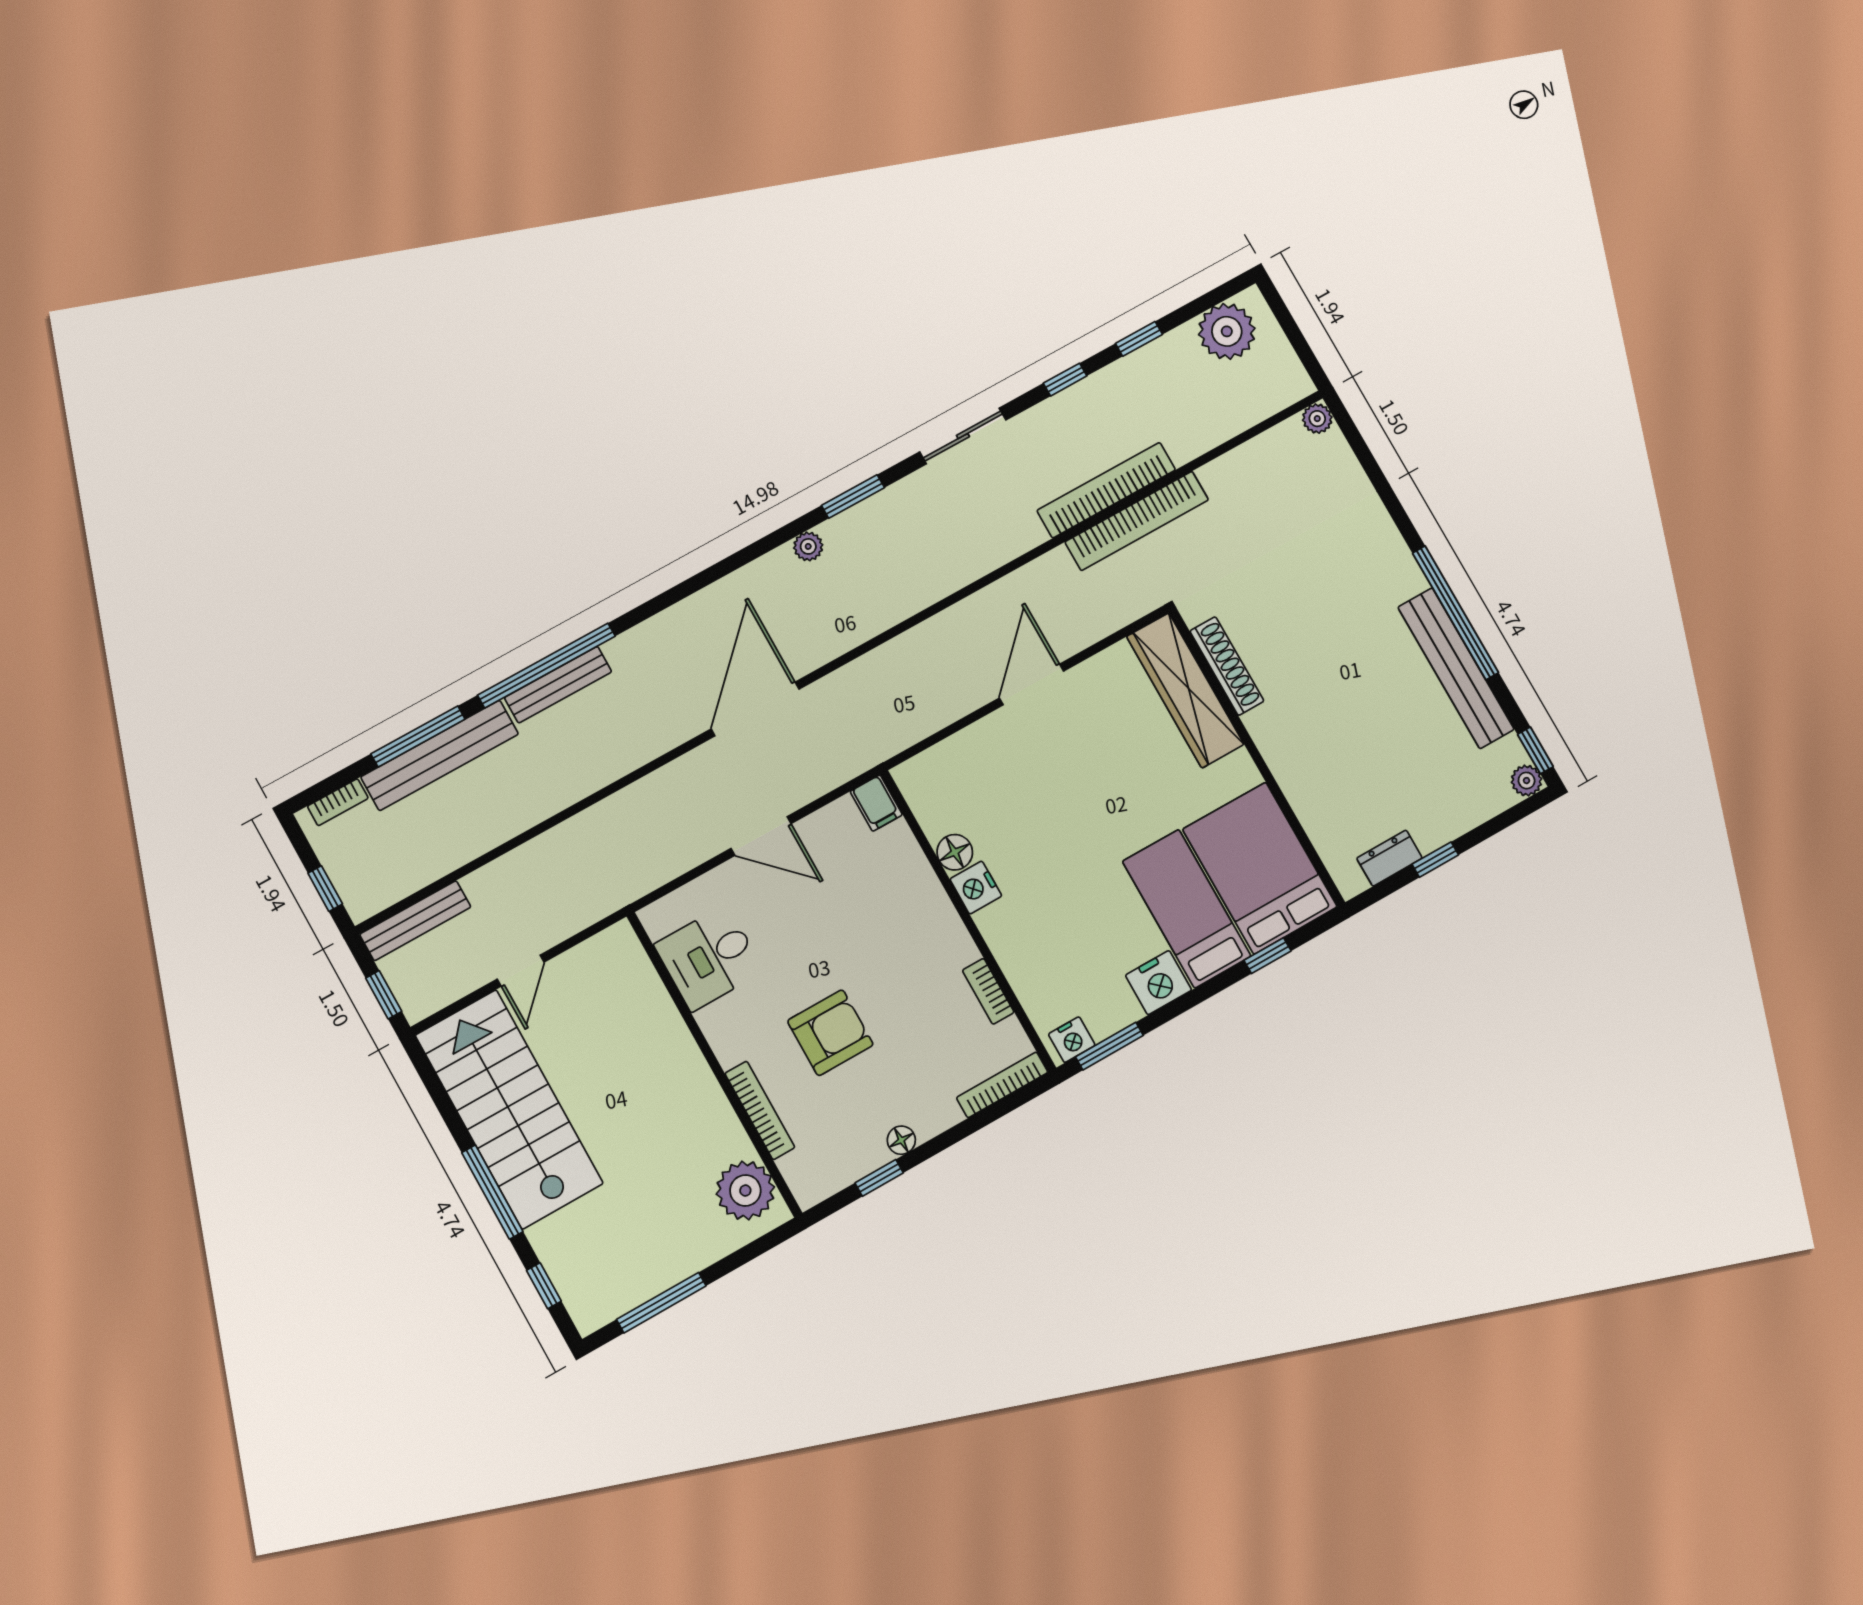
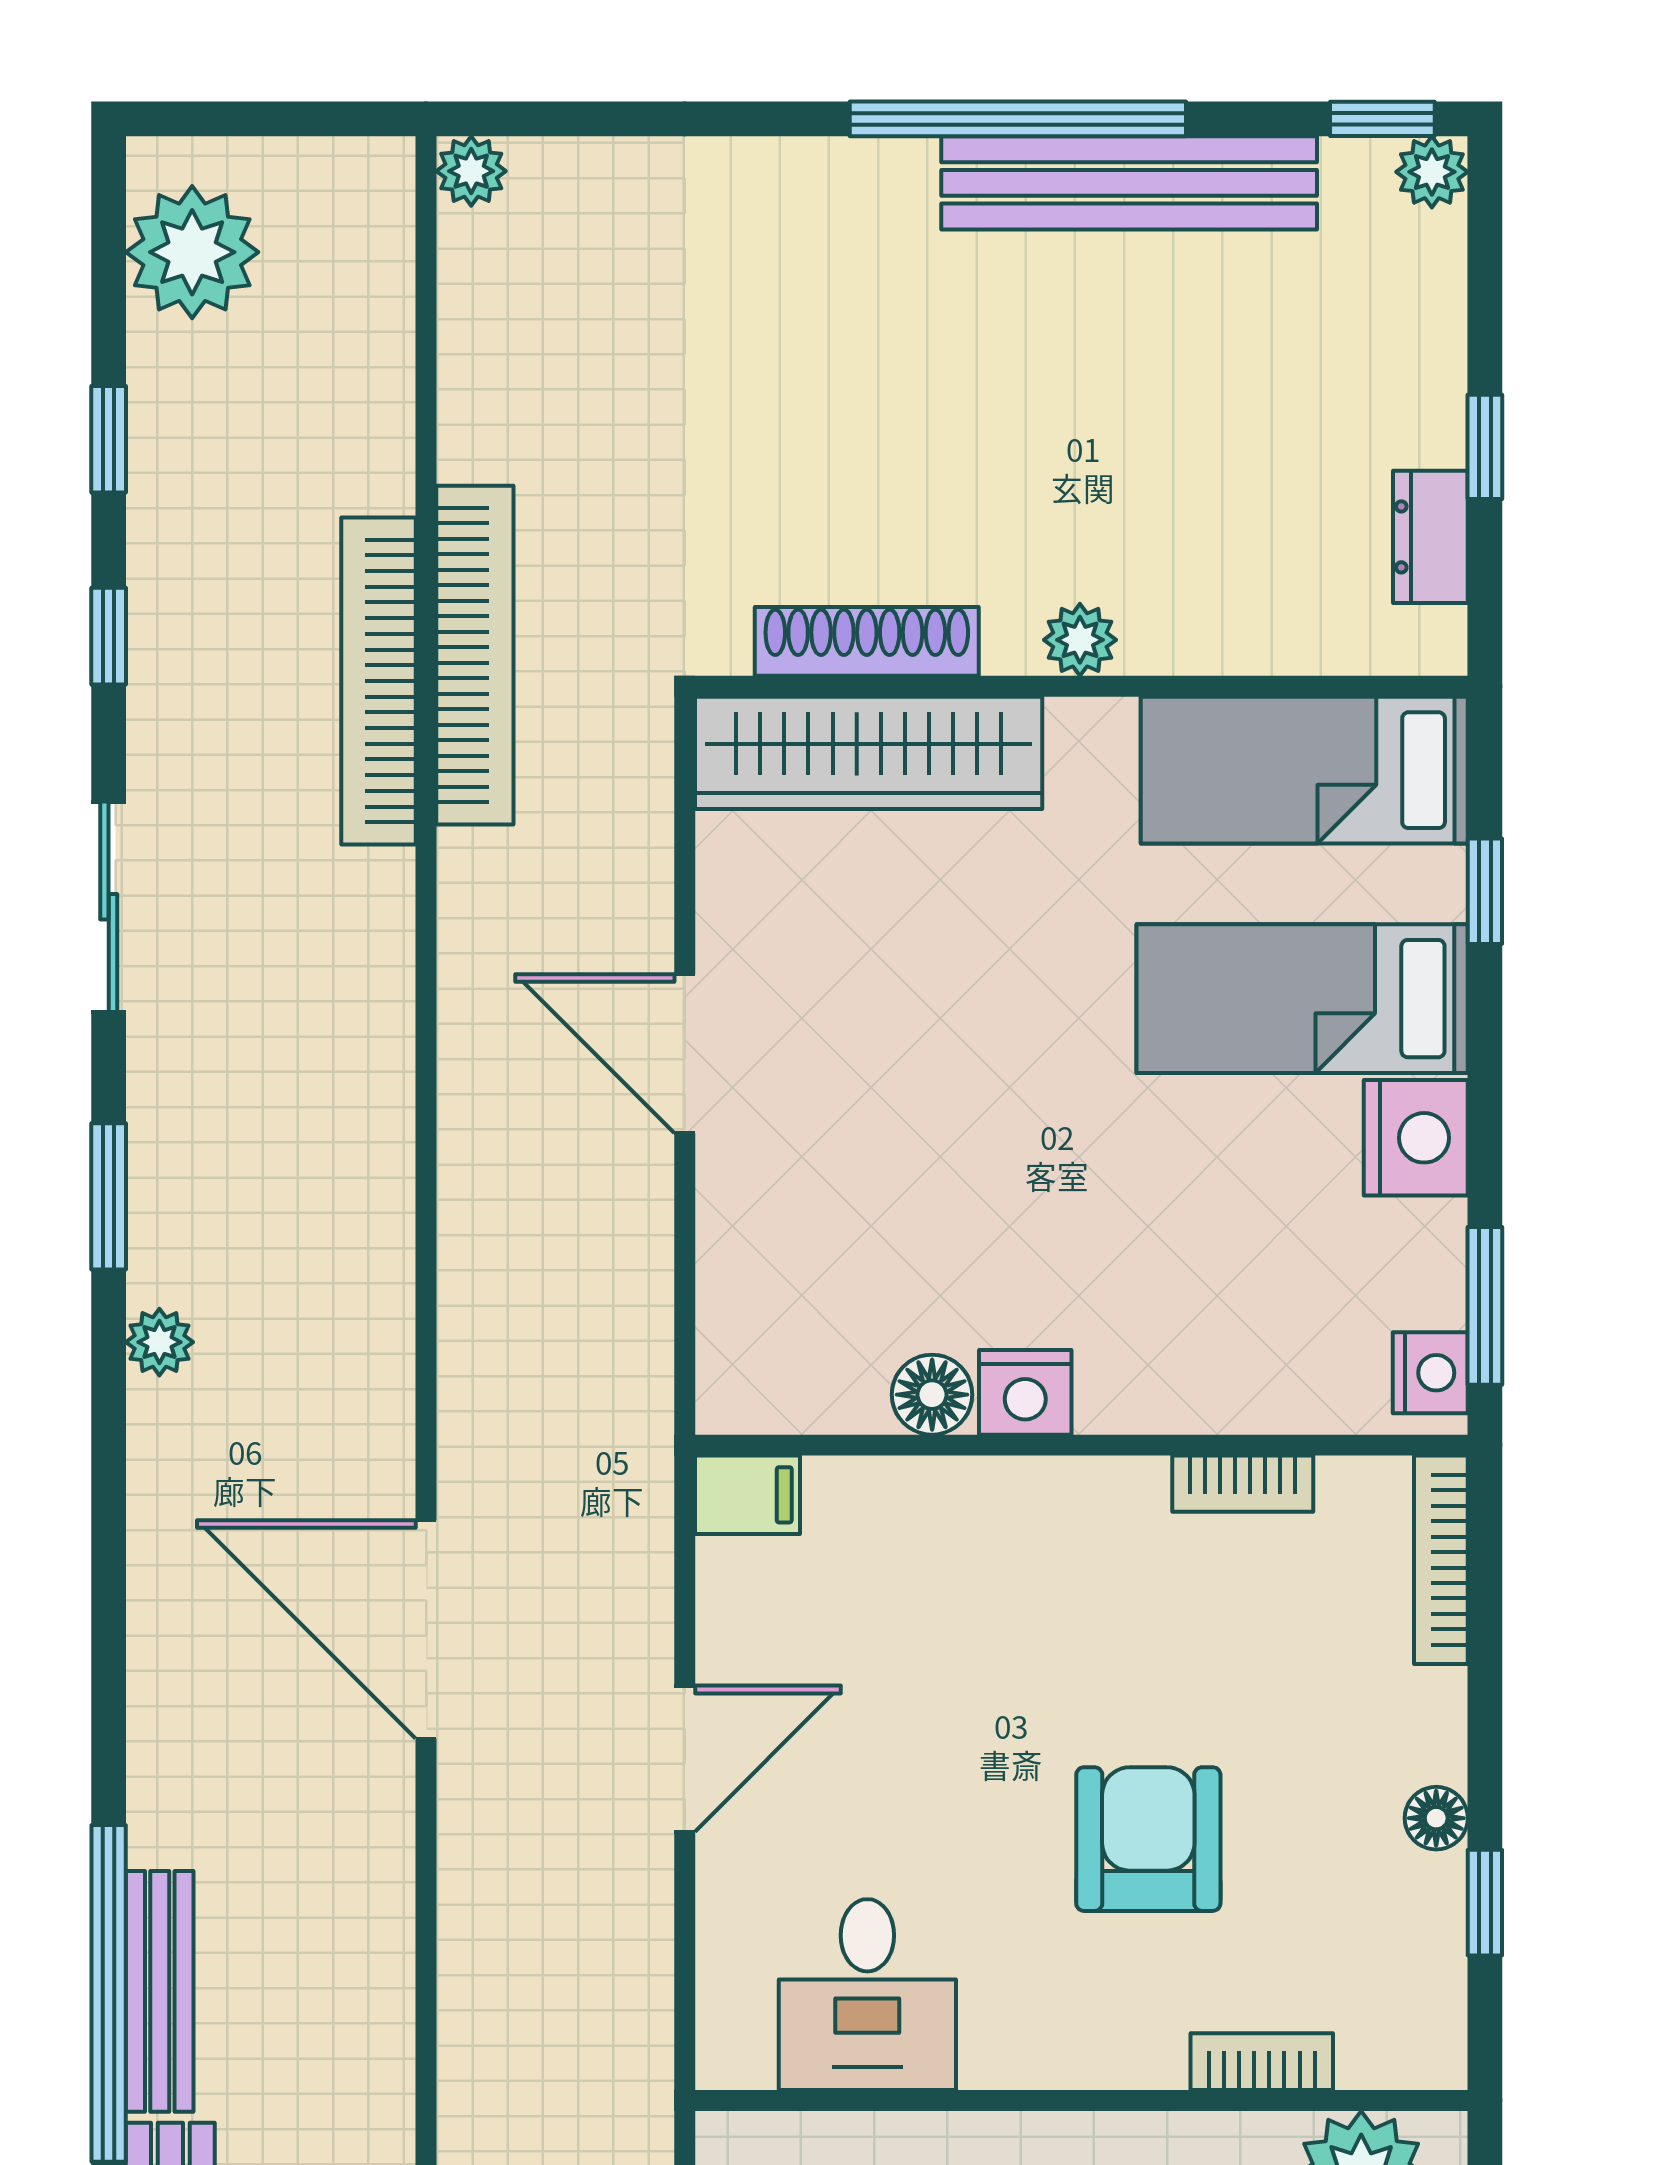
plant: (1274, 747) -> (1080, 640), added
bed: (1260, 868) -> (1304, 770), width x0.67
bookcase: (760, 1110) -> (1262, 2062), width x0.64

